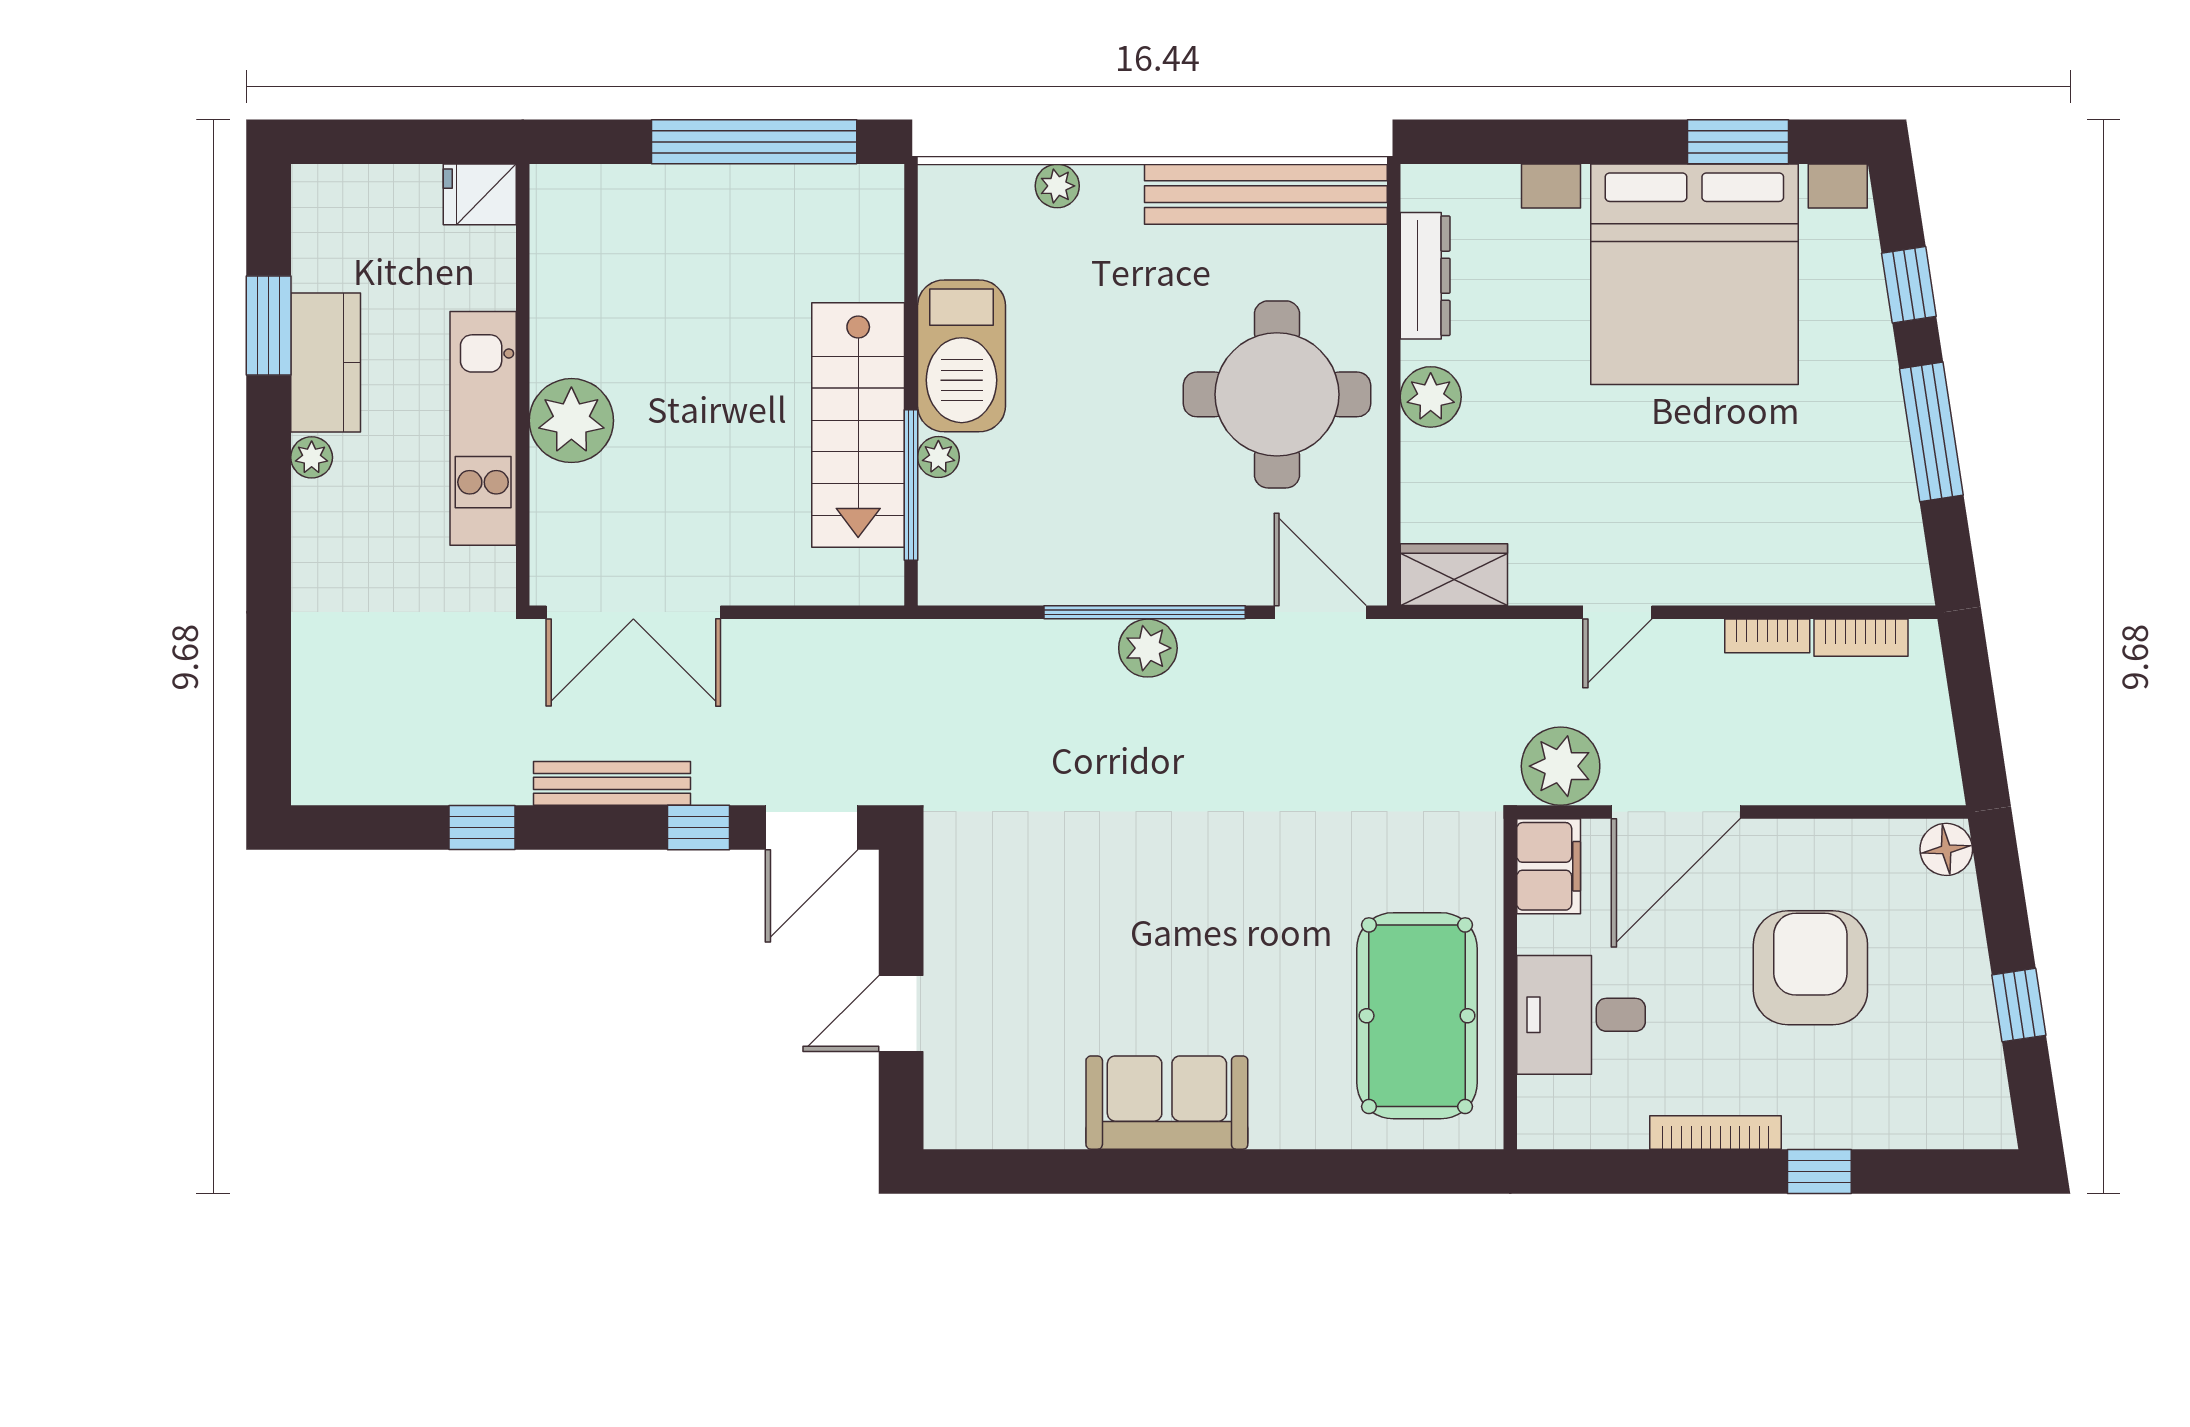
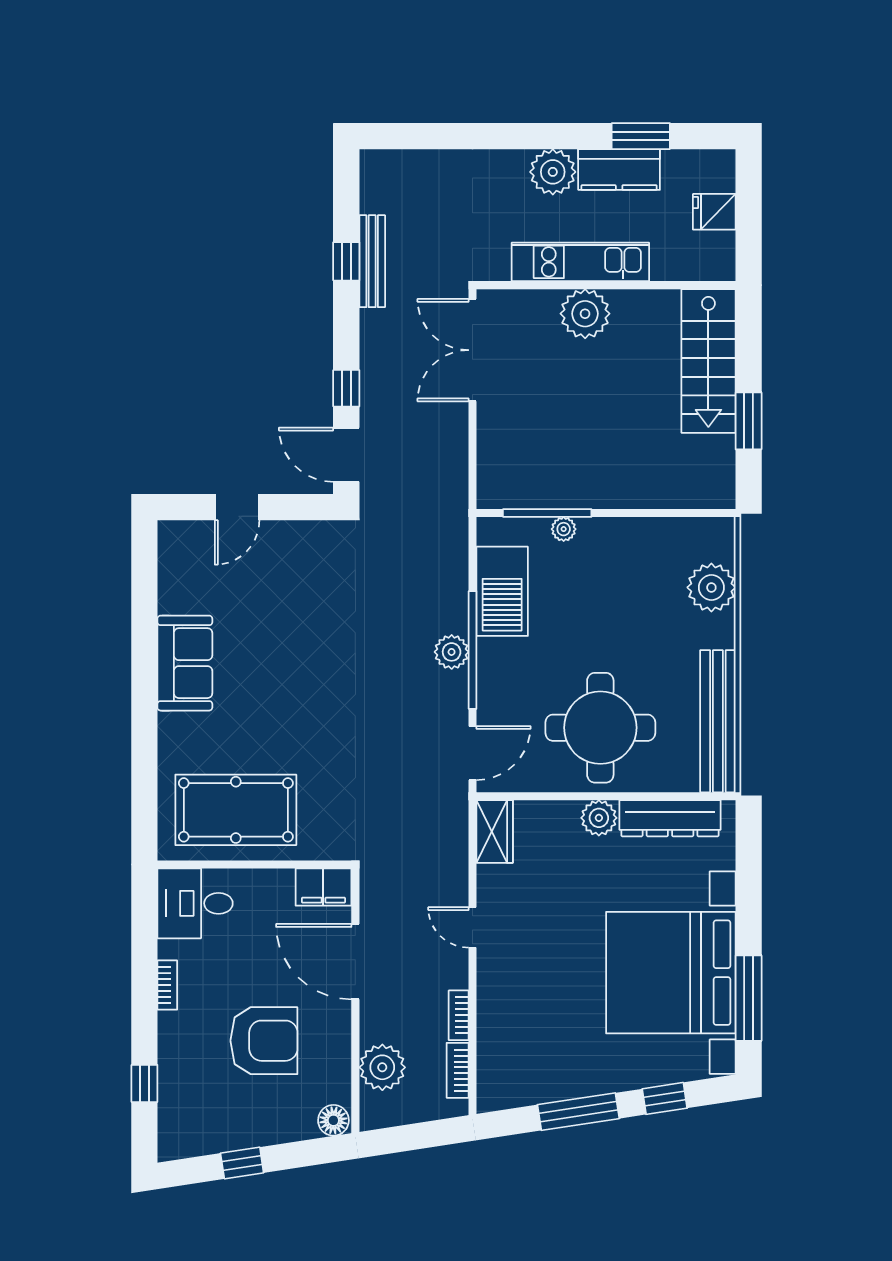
window: (754, 142) -> (749, 421), width x0.47
window: (1738, 142) -> (749, 998), width x1.44
plant: (1057, 186) -> (711, 587), width x1.88, depth x1.88
fridge: (480, 194) -> (714, 212), moved, turned -90
dresser: (1425, 276) -> (670, 818), width x1.37, depth x1.24
barbecue: (962, 356) -> (502, 591), moved, turned -90
stairs: (858, 425) -> (708, 361), moved, turned -90
plant: (312, 457) -> (553, 172), width x1.88, depth x1.88
plant: (1561, 766) -> (382, 1067), moved
bench: (612, 783) -> (372, 261), moved
door: (901, 1013) -> (237, 507), swing flipped
desk: (1581, 1015) -> (195, 903), moved, turned -90
bookcase: (1716, 1133) -> (167, 985), width x0.64
window: (1819, 1171) -> (144, 1083), moved

